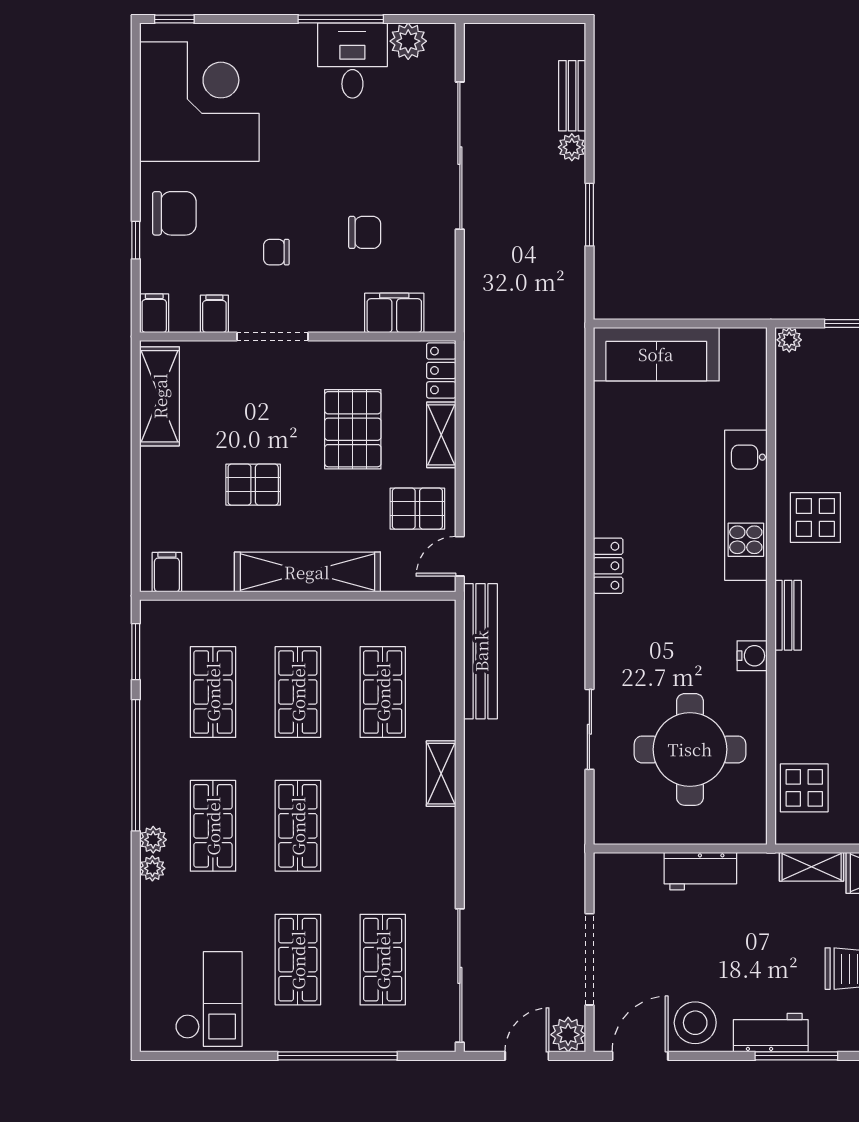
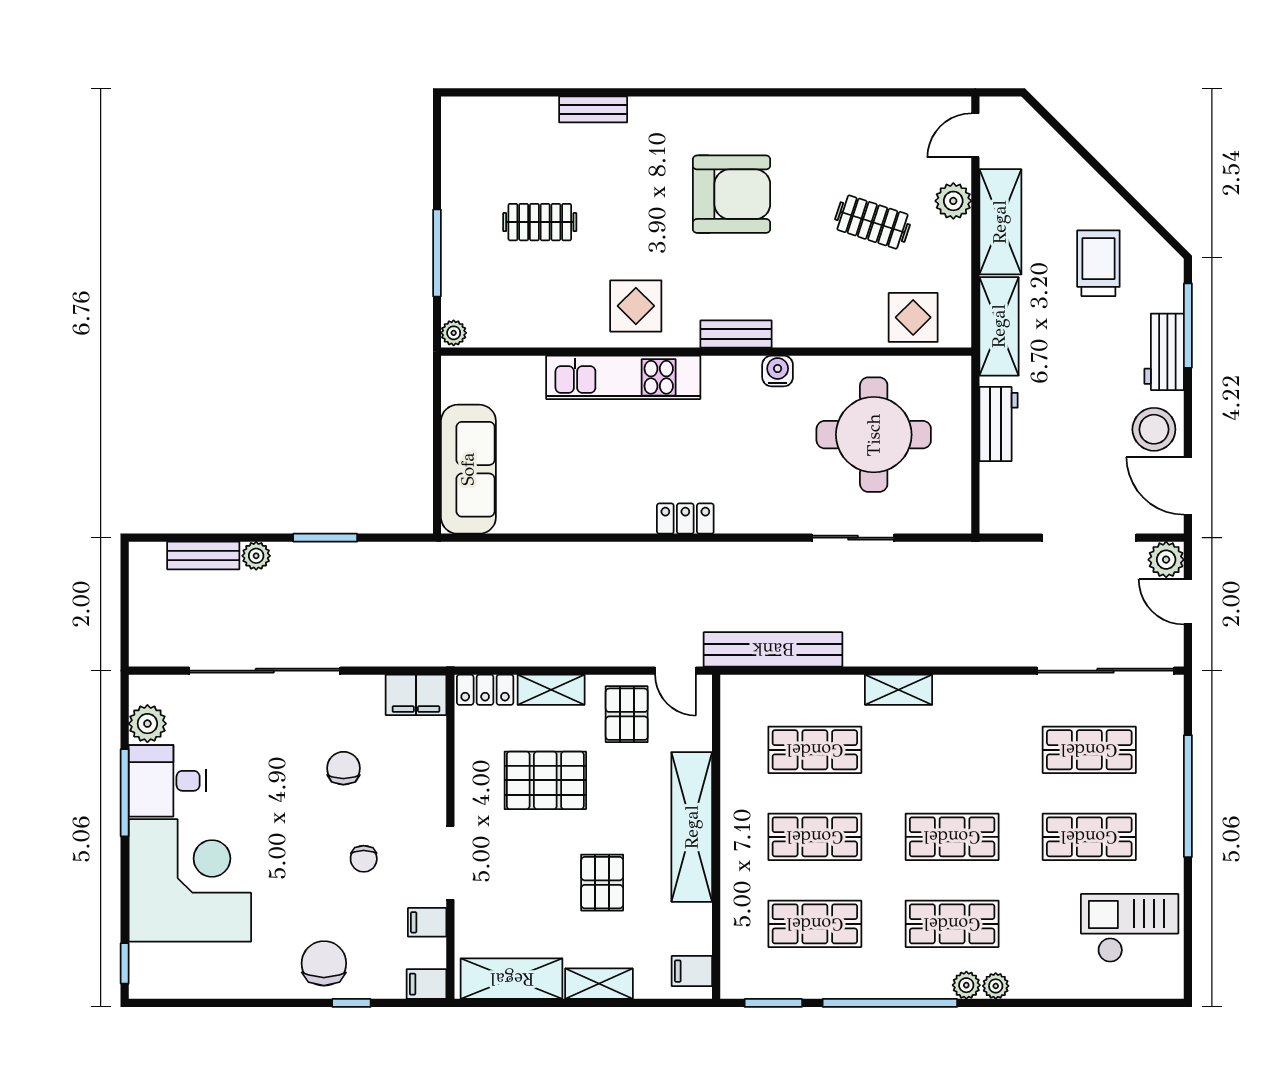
corner desk: (199, 102) -> (190, 880), moved, turned 90
filing cabinet: (394, 313) -> (416, 695), moved, turned -90
shelving: (155, 481) -> (599, 984), added
shelving: (812, 867) -> (999, 326), width x1.50, depth x1.33

